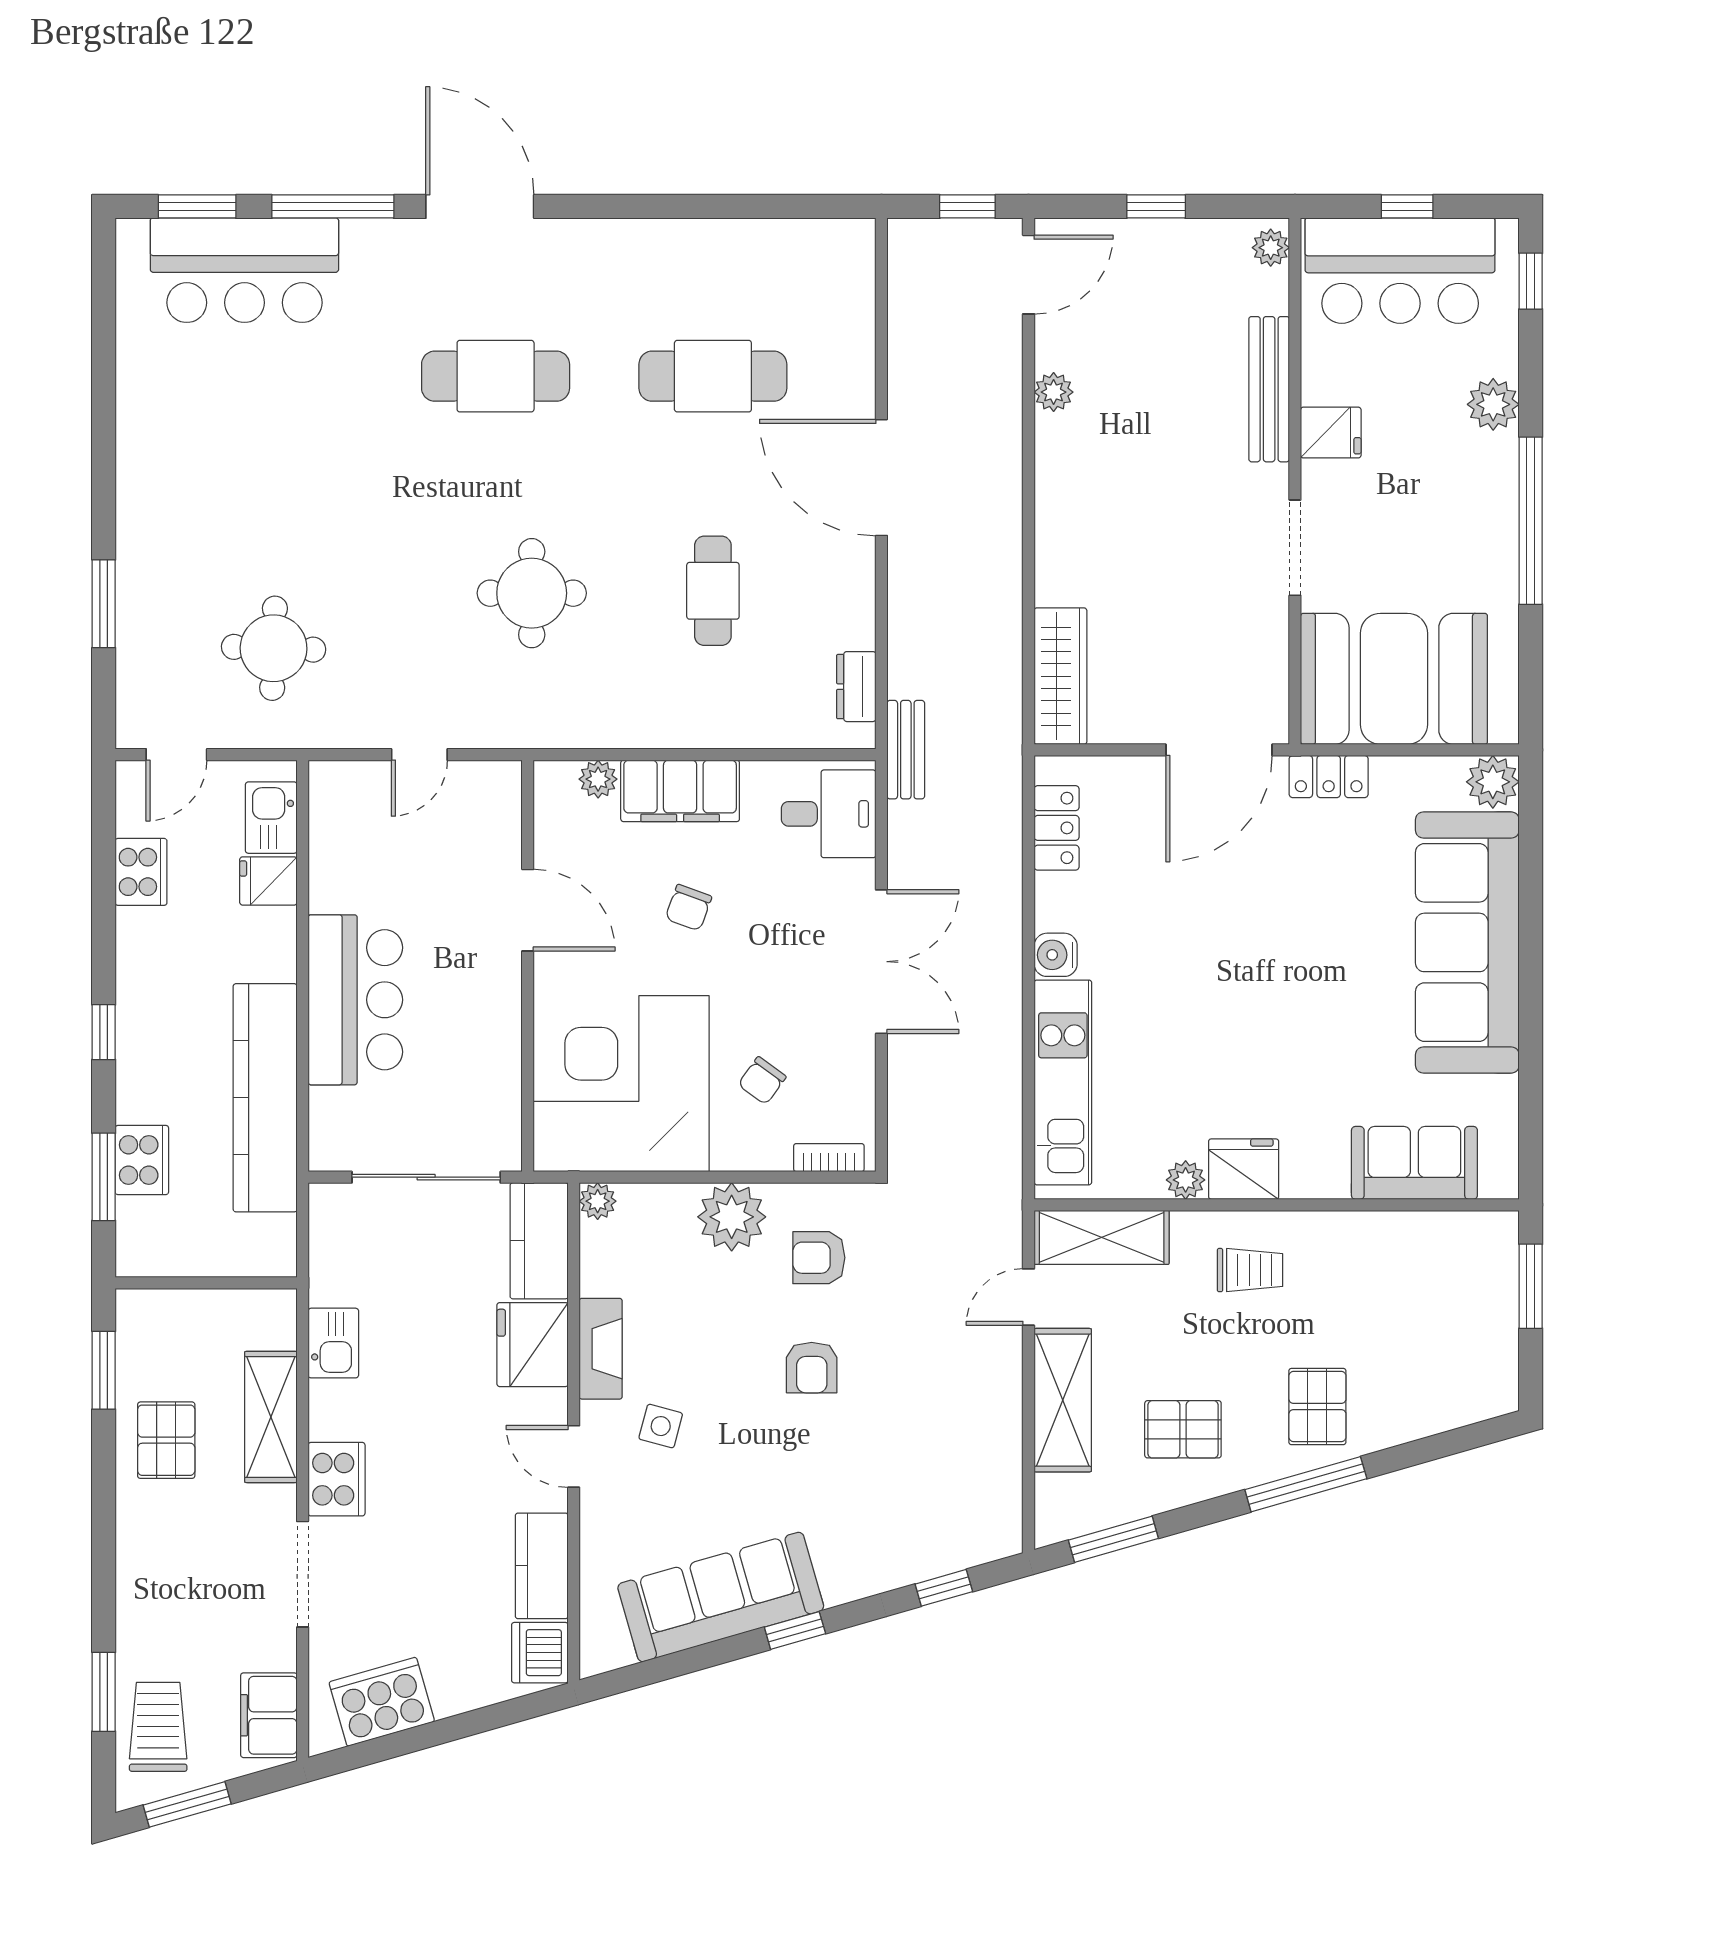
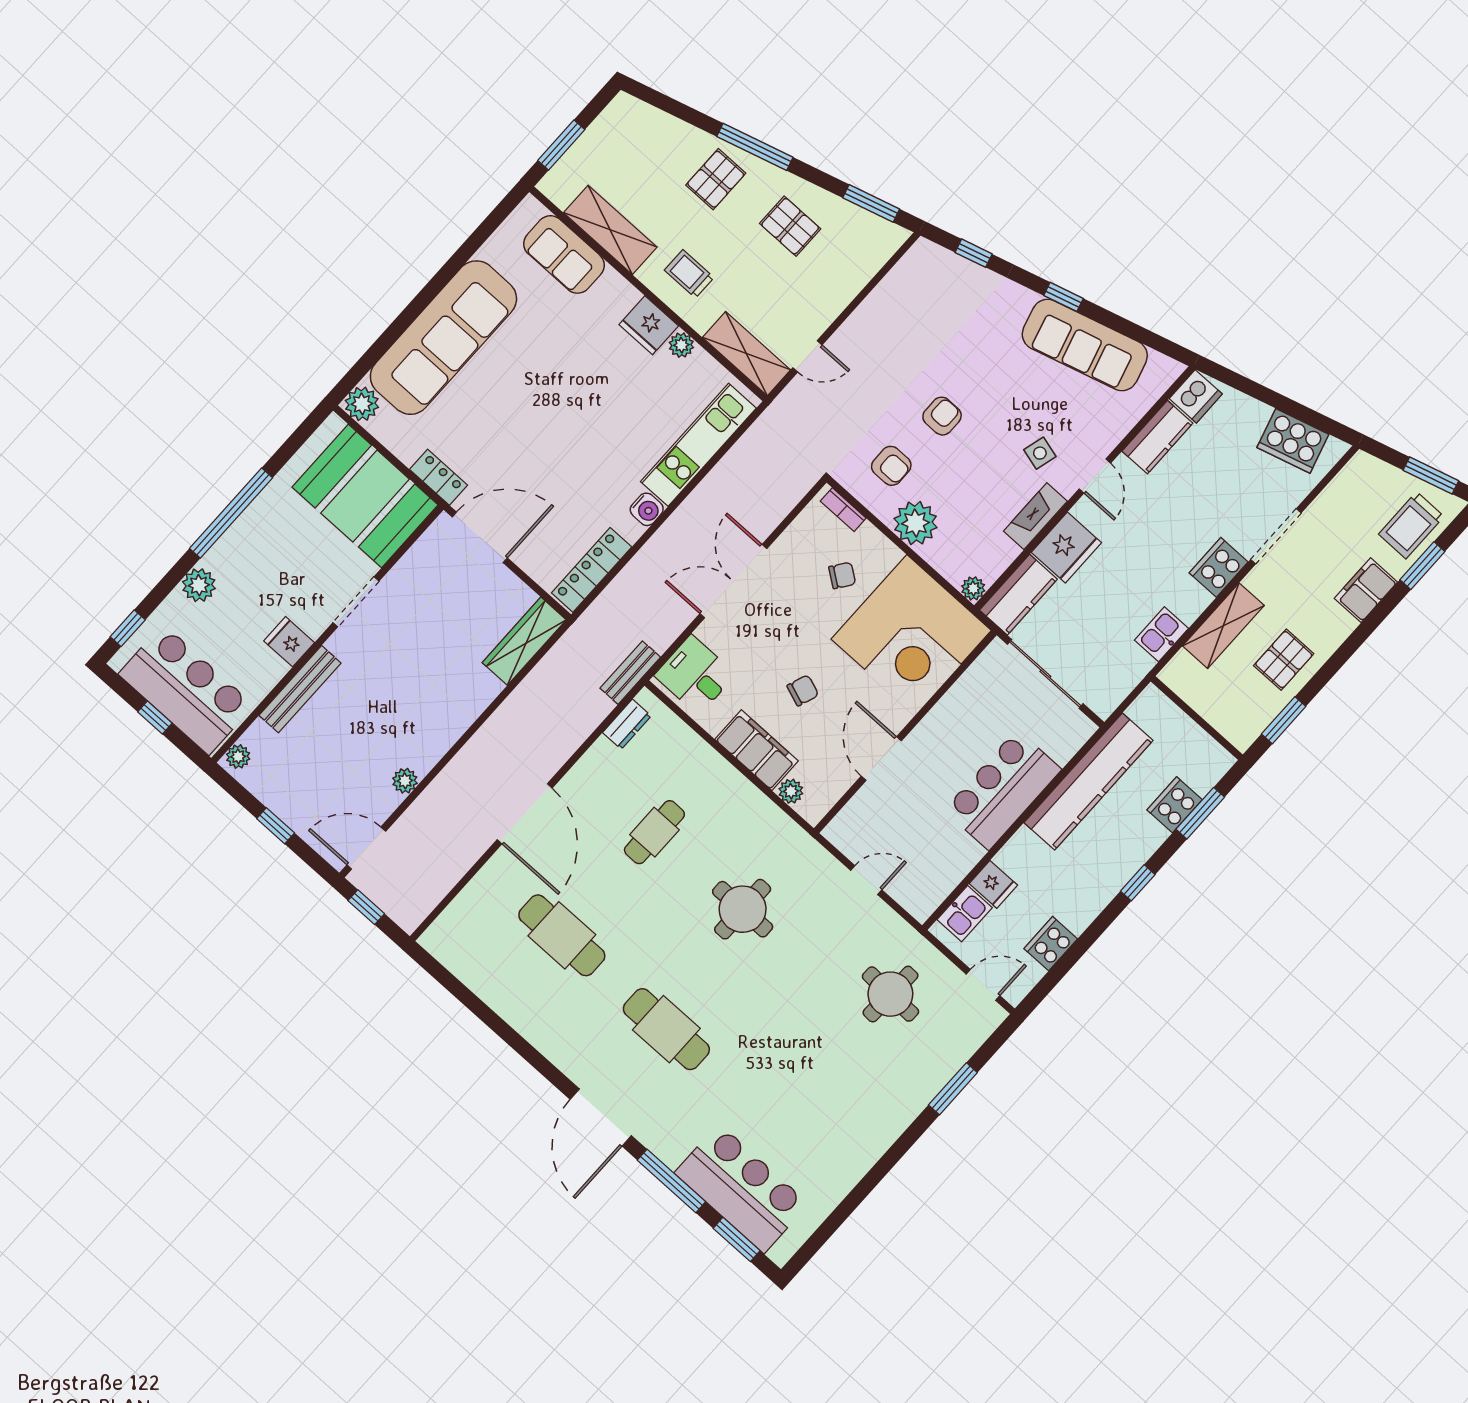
locker: (1057, 828) -> (592, 570), width x1.53
shelving: (1063, 1400) -> (610, 230), moved, turned 90
filing cabinet: (269, 1715) -> (1366, 590), moved, turned 180

